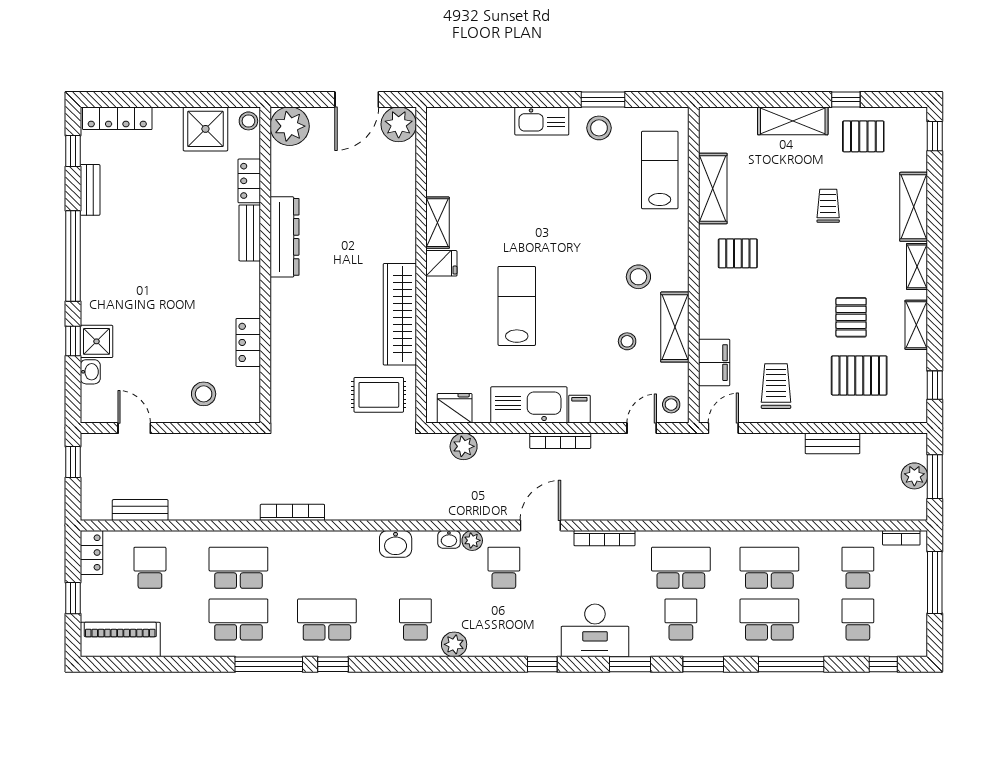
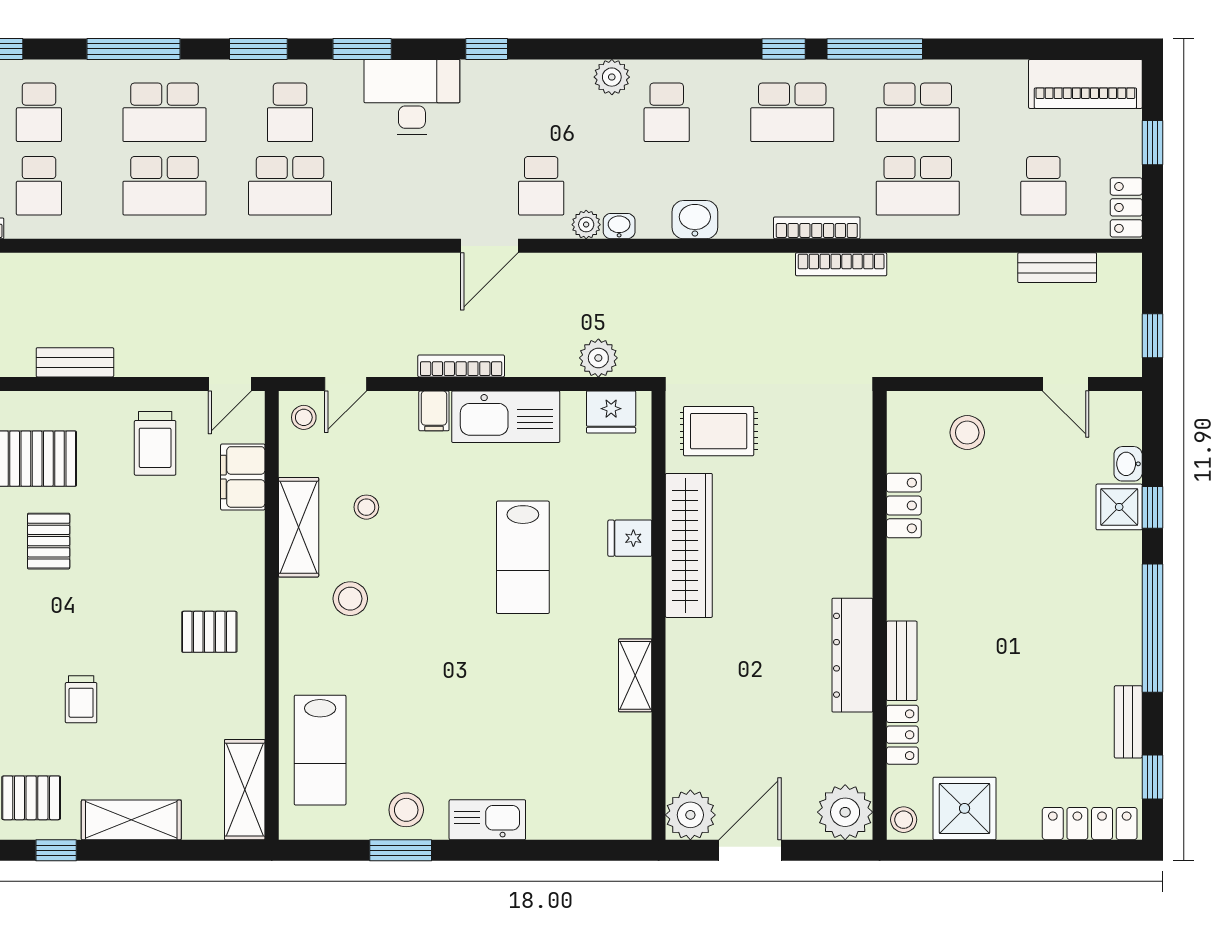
shelving: (713, 188) -> (245, 790), moved
fridge: (441, 263) -> (630, 538), moved
bookcase: (604, 538) -> (817, 228), moved

